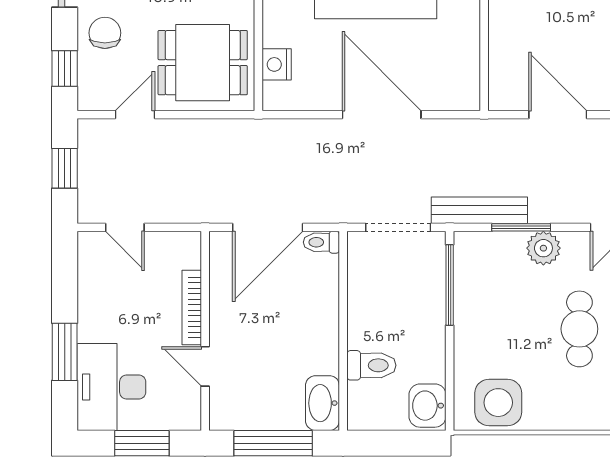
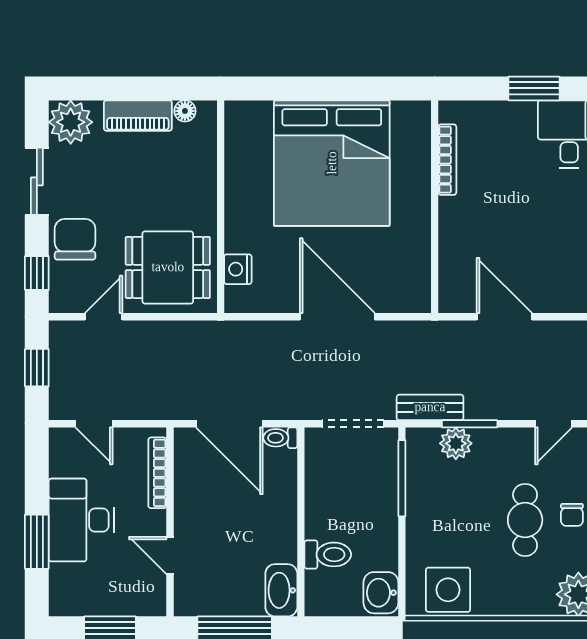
chair: (105, 33) -> (75, 239), width x1.37, depth x1.37
bench: (479, 210) -> (430, 407), width x0.73
door: (268, 227) -> (229, 424), hinge flipped
plant: (543, 248) -> (456, 443), moved
bookcase: (192, 307) -> (157, 473), moved
desk: (111, 387) -> (81, 520), moved

